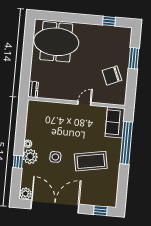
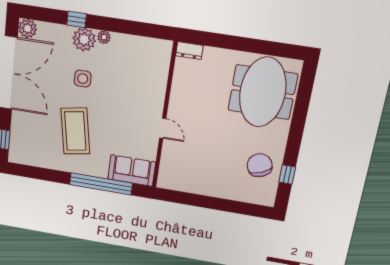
window: (134, 58) -> (226, 205), removed
chair: (112, 75) -> (260, 165), moved

